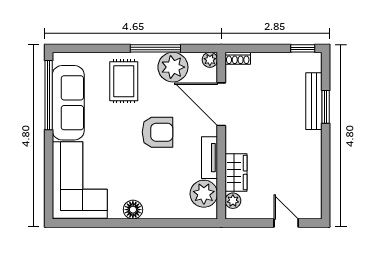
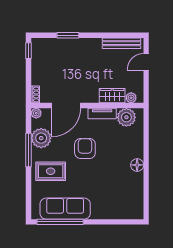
bench: (314, 101) -> (121, 43), moved
corner sofa: (80, 180) -> (117, 201), removed

